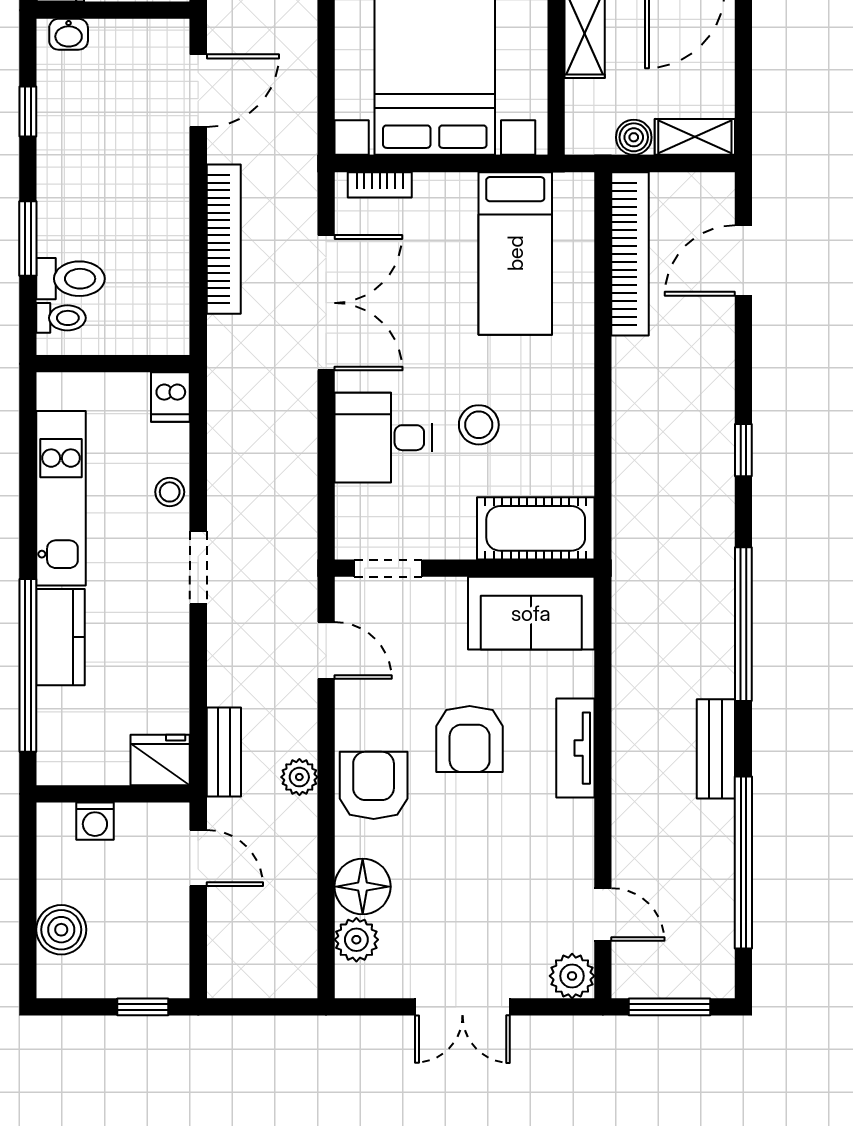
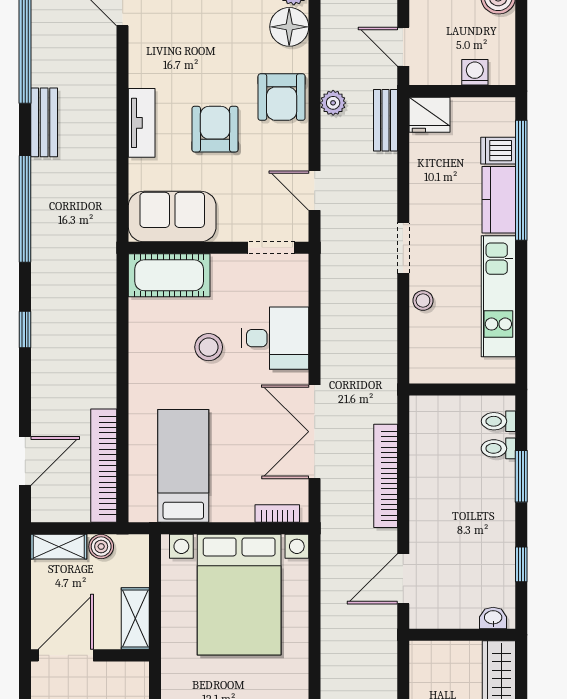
toilet: (71, 279) -> (498, 448), width x0.73, depth x0.72
dishwasher: (170, 397) -> (498, 151), moved, turned -90

